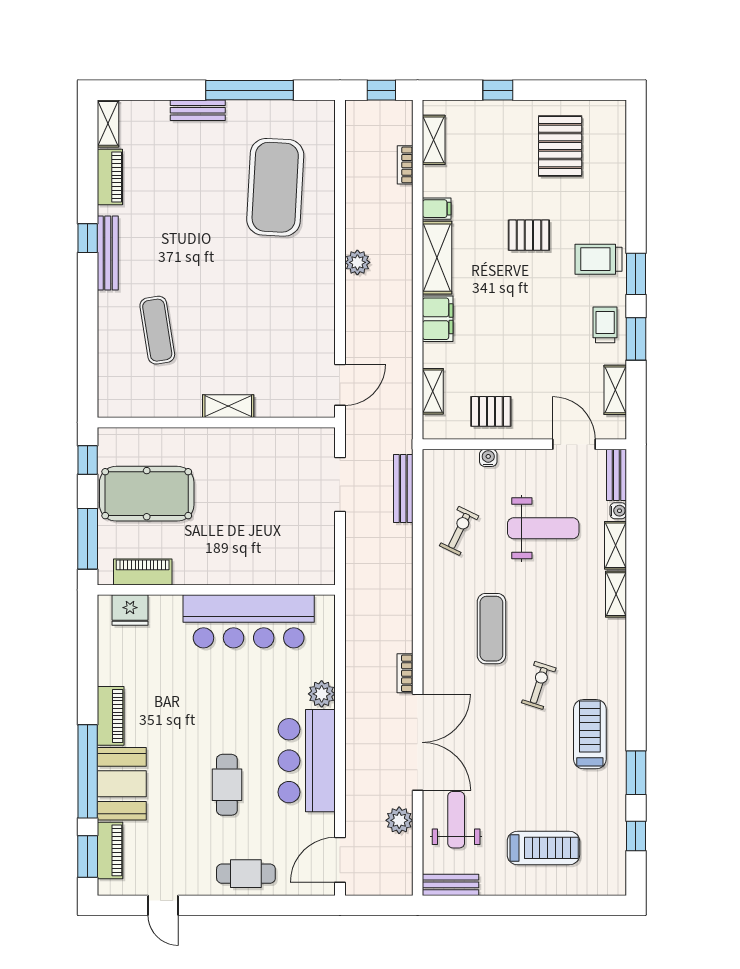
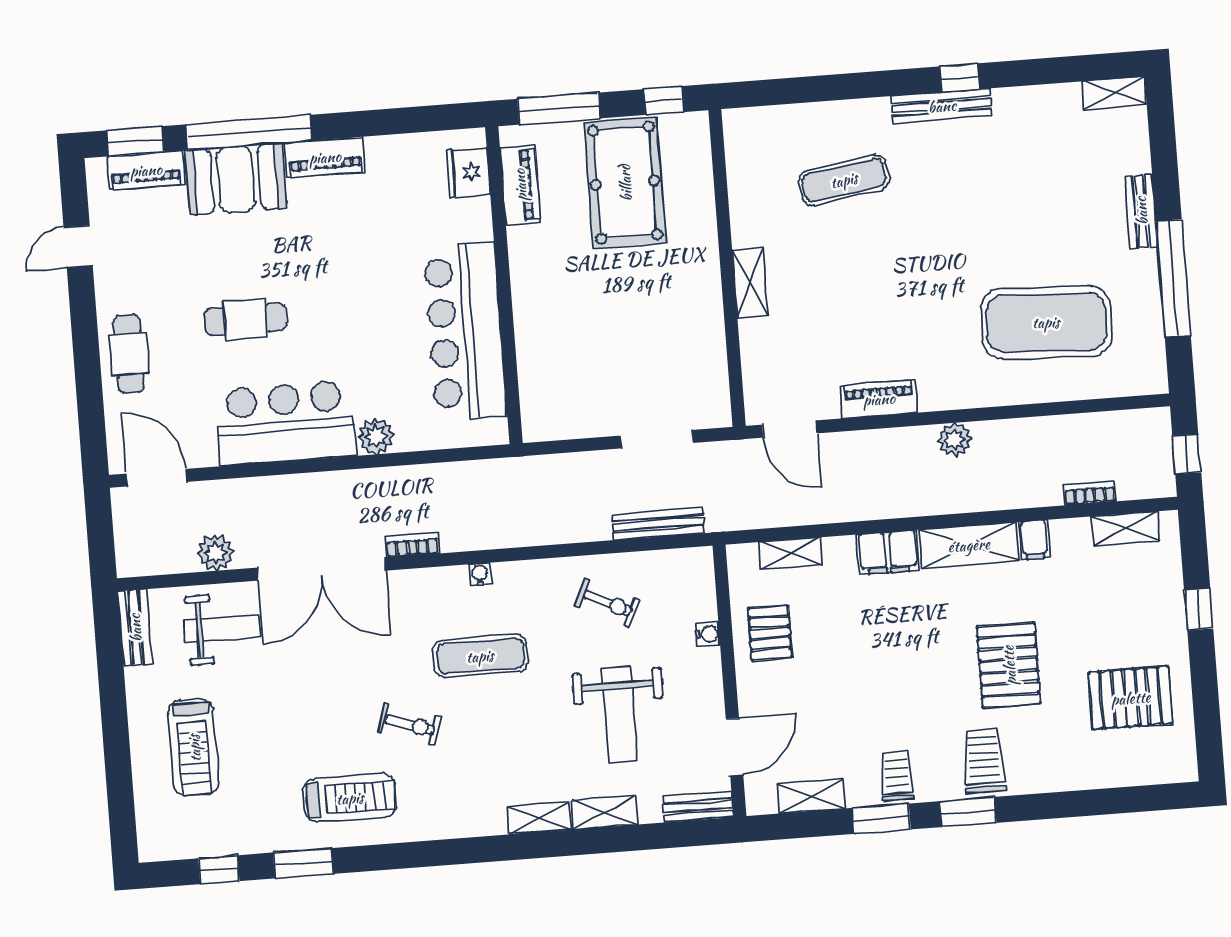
piano: (110, 177) -> (879, 399), moved, turned 180
pallet: (529, 235) -> (1009, 665), width x1.50, depth x1.42
trolley: (605, 325) -> (897, 776), turned -90
water cooler: (618, 511) -> (480, 574), moved, turned 180

